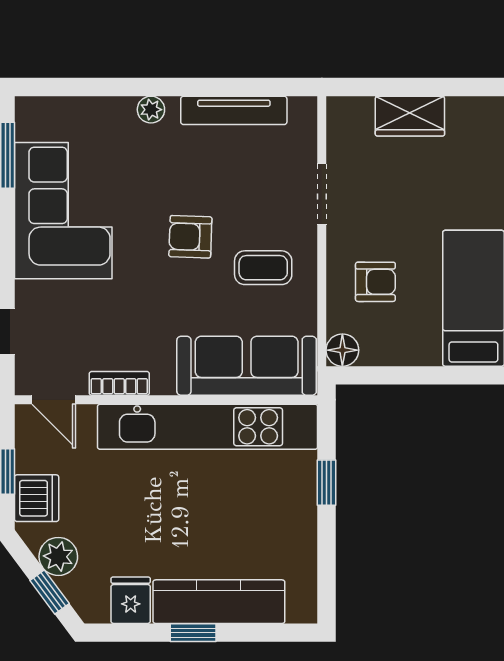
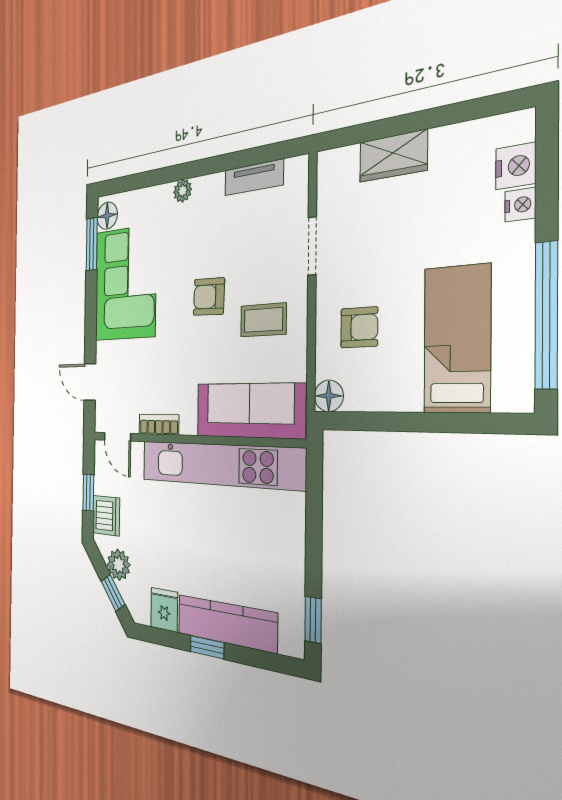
tv unit: (234, 110) -> (254, 178), width x0.71
floor lamp: (32, 122) -> (107, 216), added
window: (327, 483) -> (313, 620), moved

